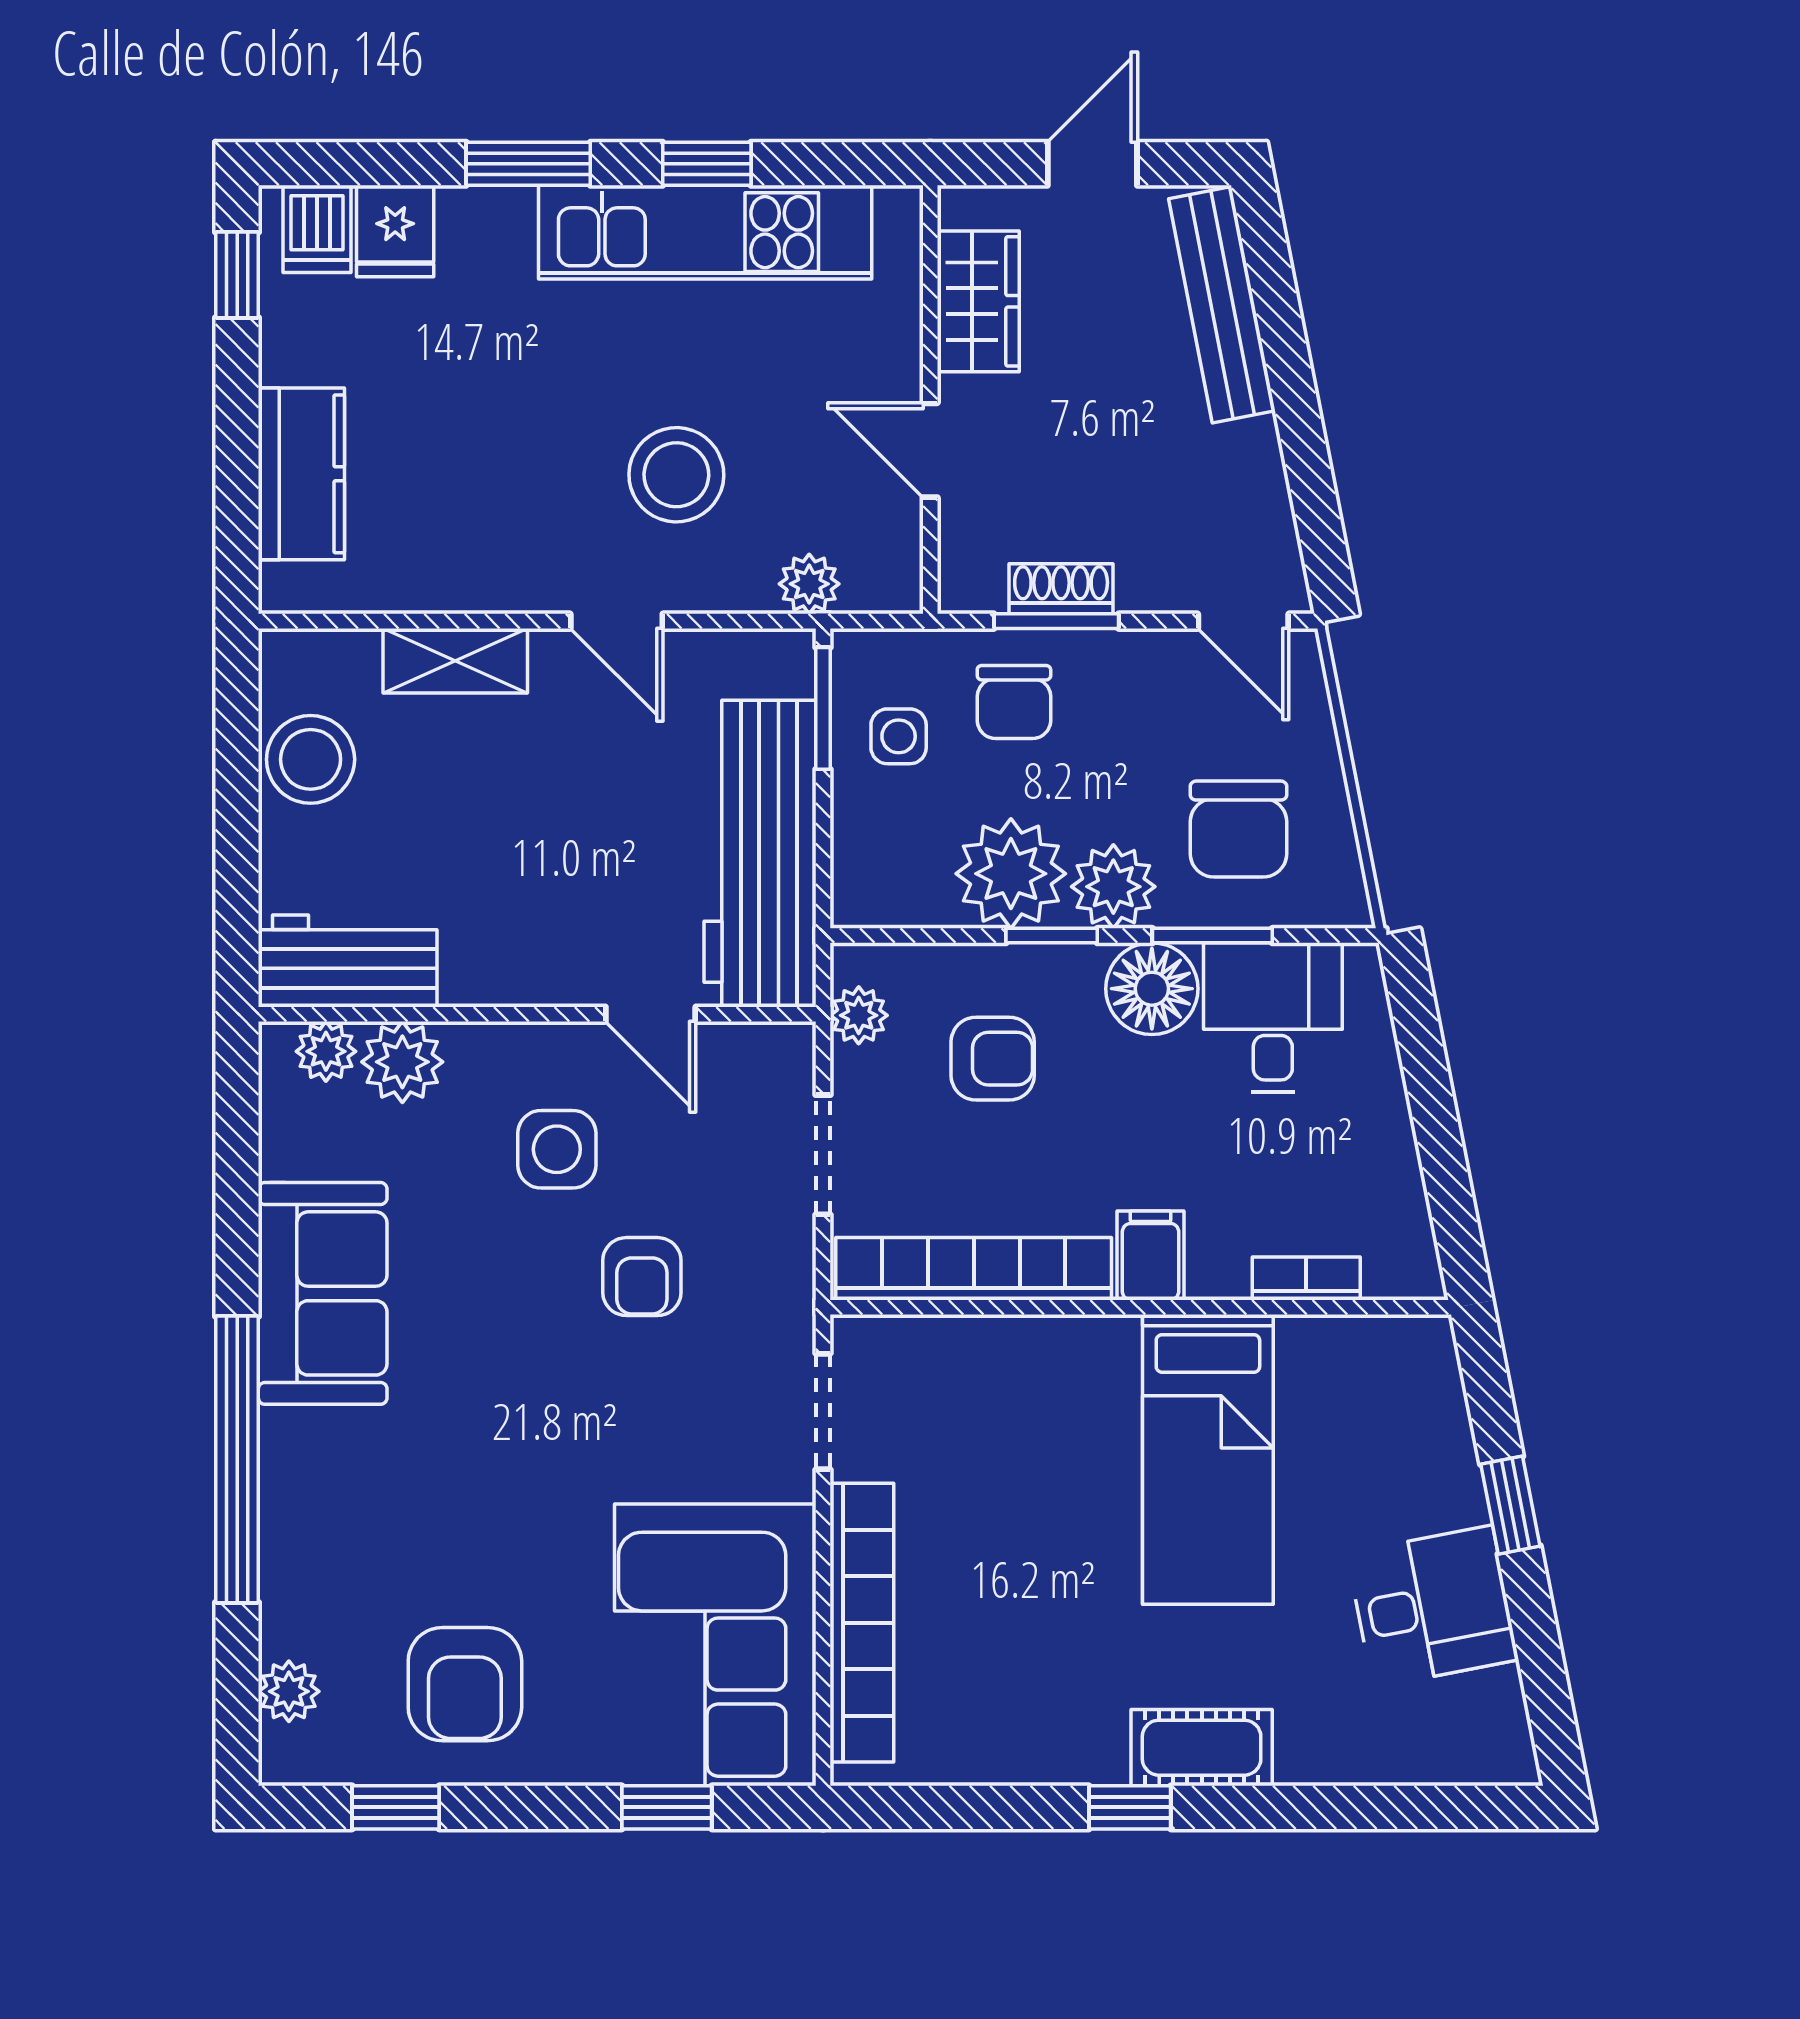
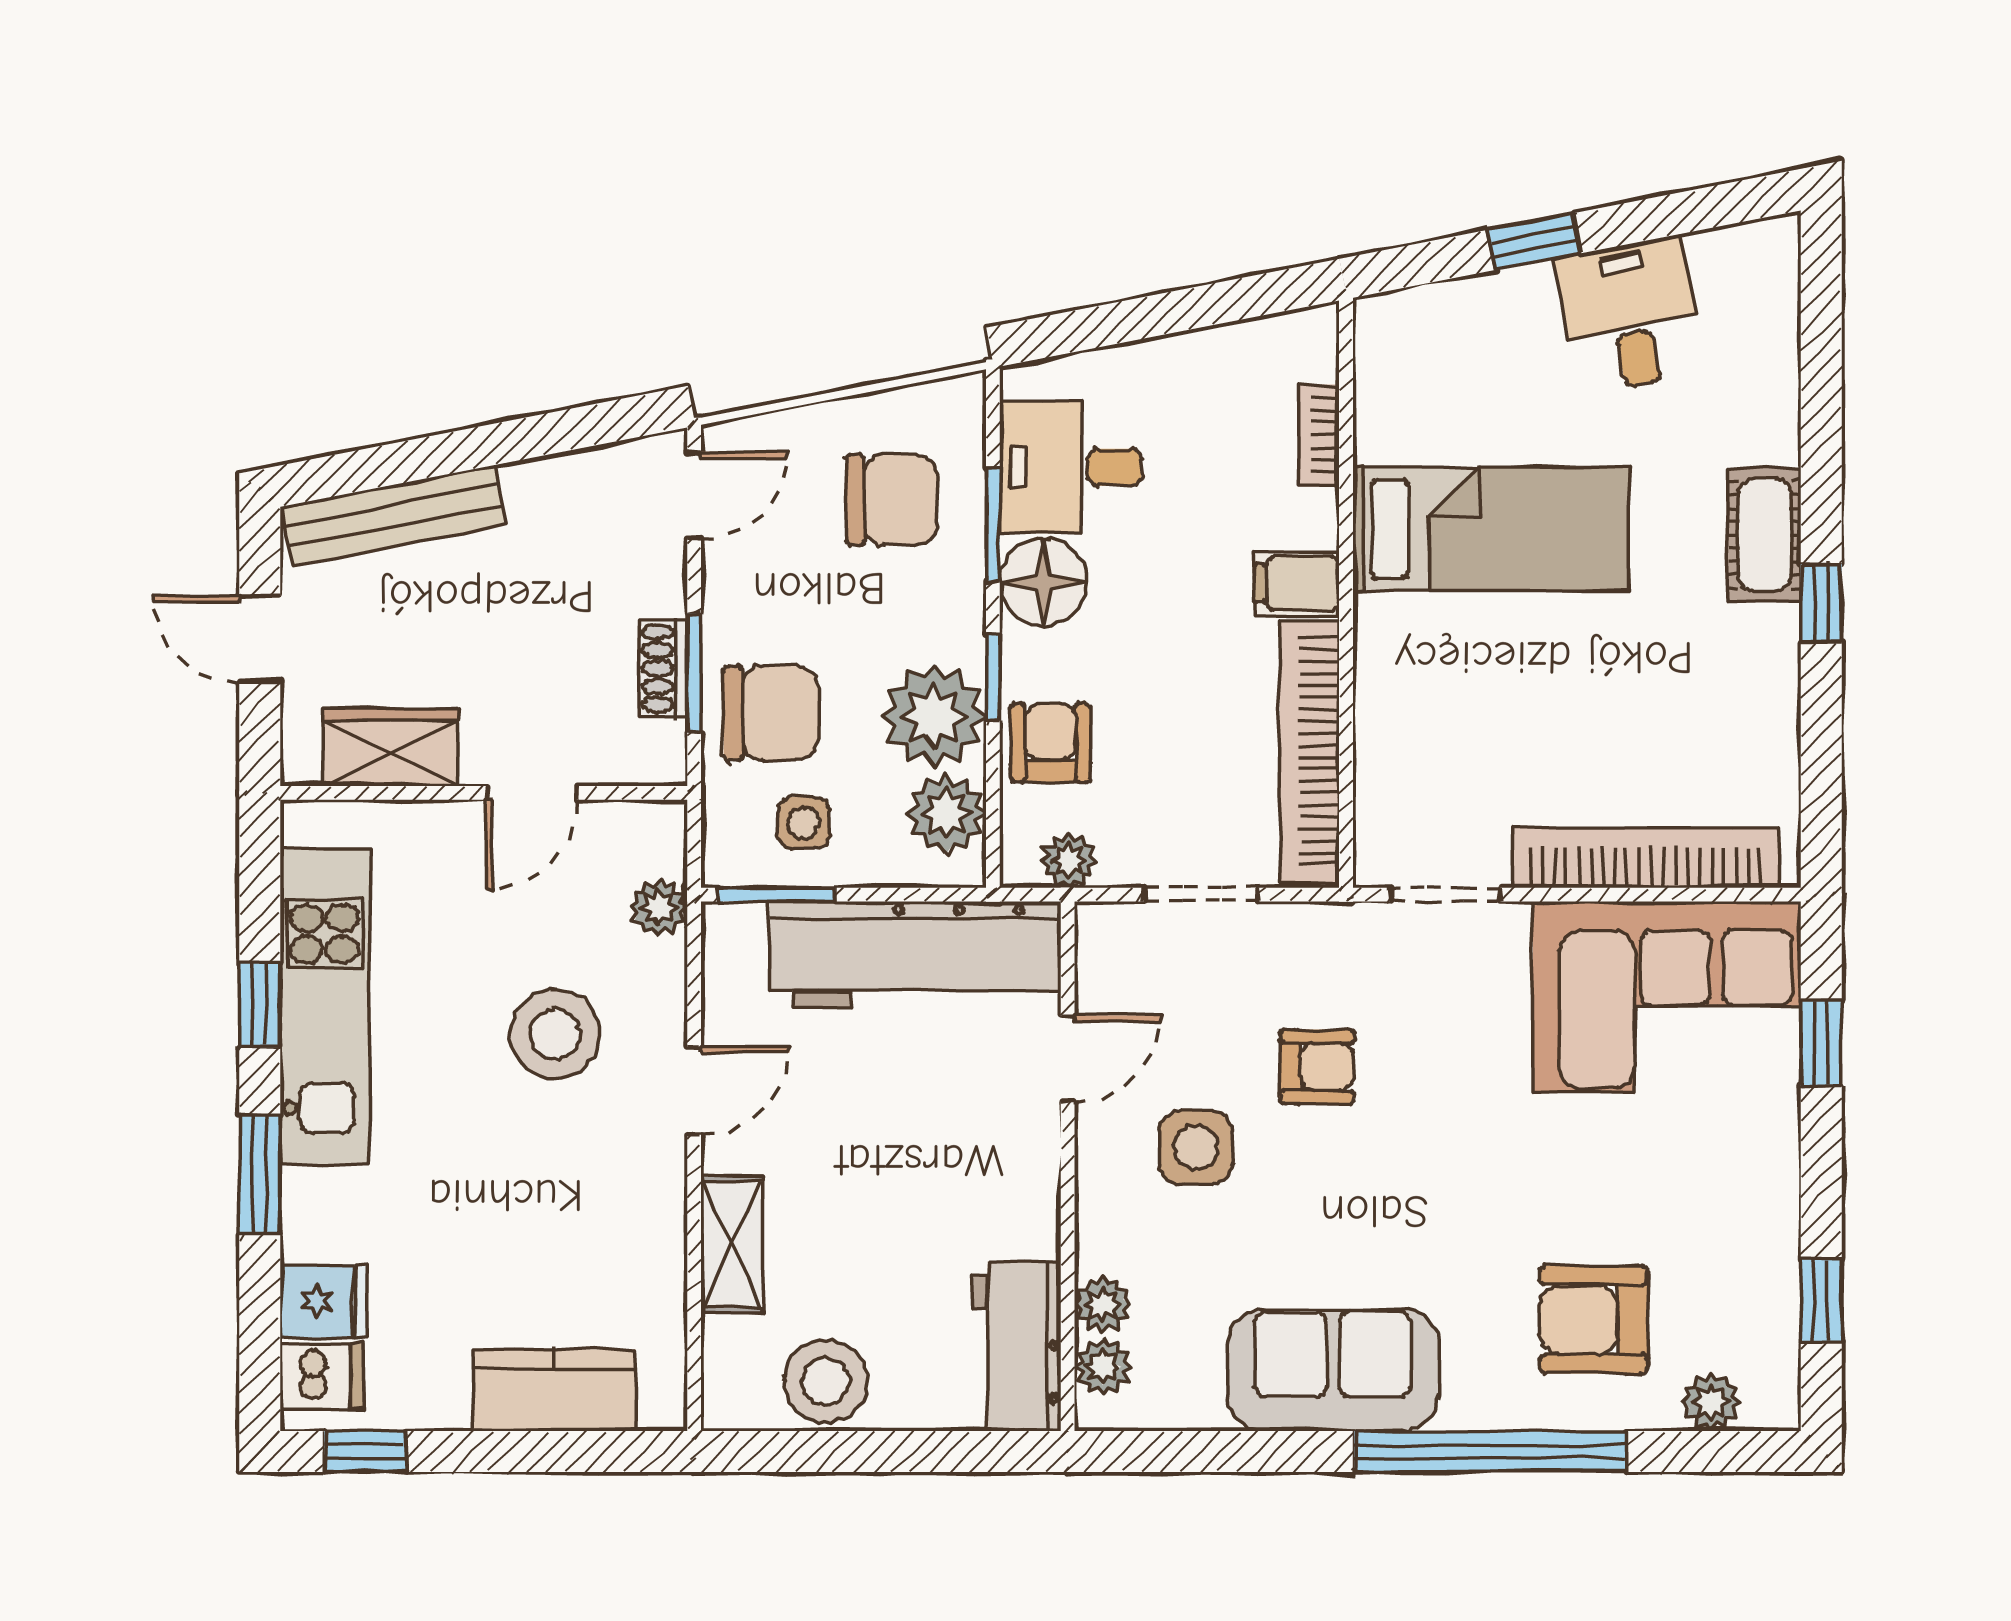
chair: (1014, 702) -> (771, 713), width x1.37, depth x1.37
plant: (1113, 887) -> (946, 813), moved
armchair: (993, 1059) -> (1050, 743), moved
plant: (402, 1062) -> (1102, 1305), width x0.73, depth x0.73
armchair: (465, 1684) -> (1594, 1320), moved, turned 180

